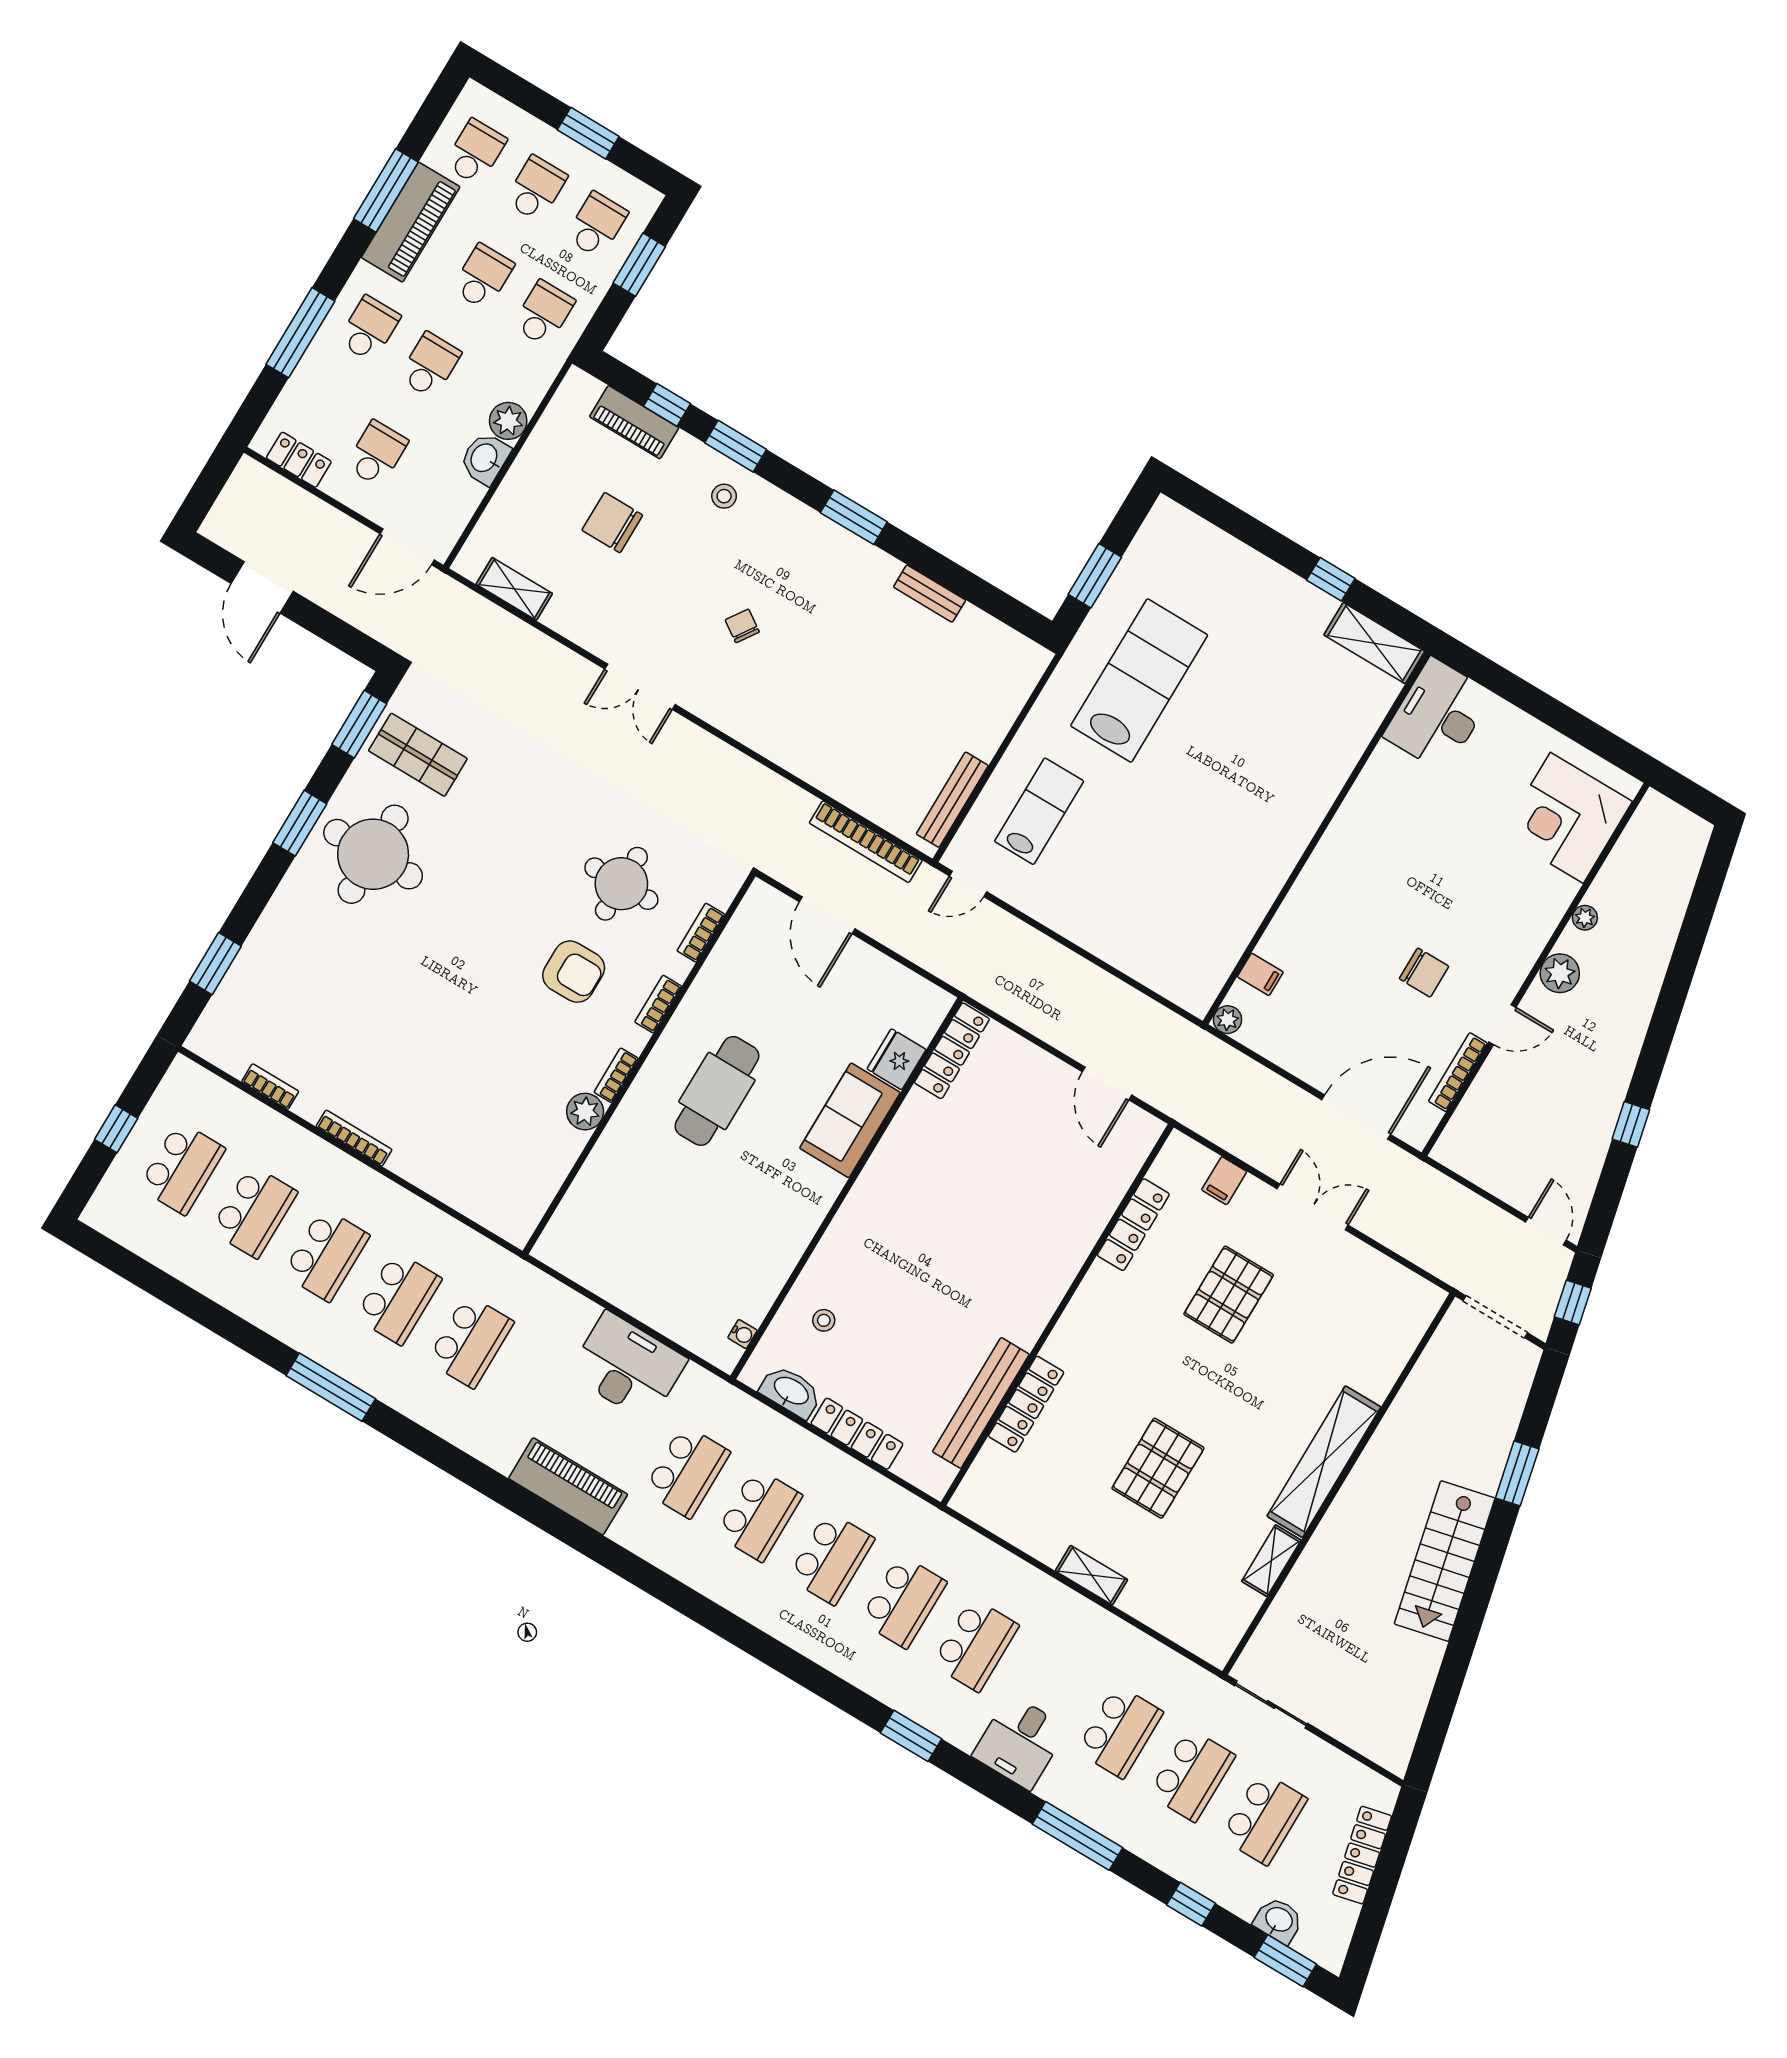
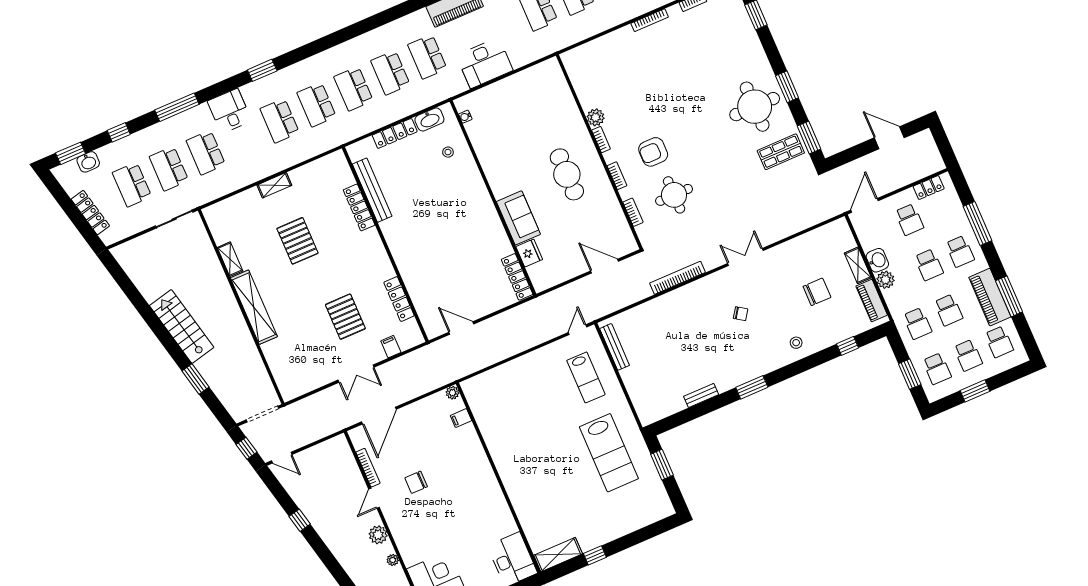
piano: (634, 422) -> (872, 301), moved, turned -90
window: (736, 446) -> (812, 361), removed
shelving: (514, 589) -> (858, 265), moved, turned 90
bookcase: (866, 842) -> (677, 278), moved

